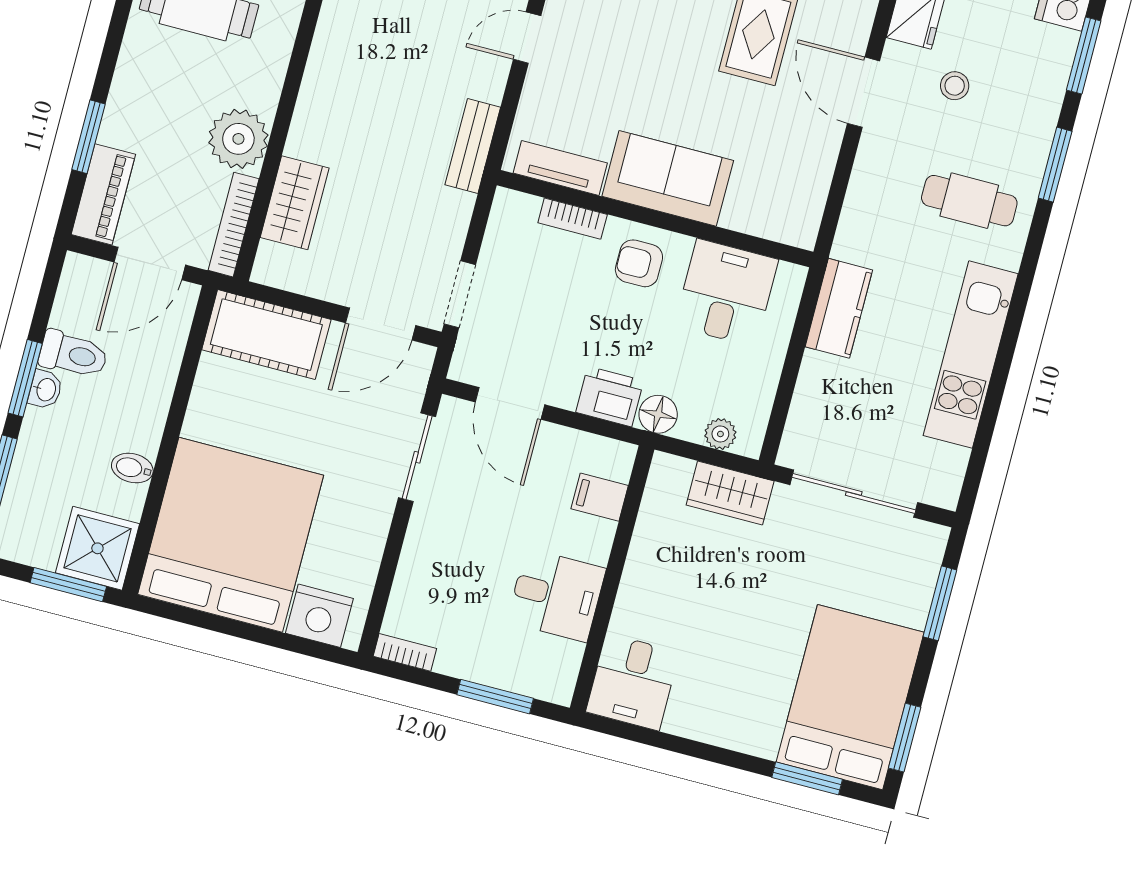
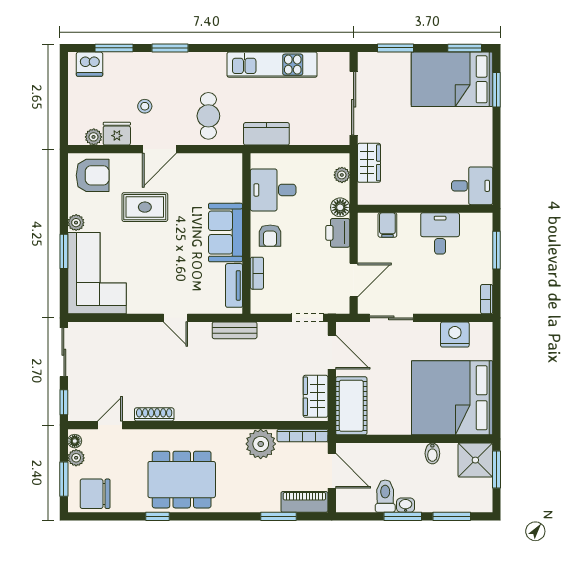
cafe table: (969, 201) -> (208, 116), moved
wardrobe: (295, 203) -> (316, 396), moved, turned -90
nightstand: (319, 616) -> (455, 335), moved, turned -90

